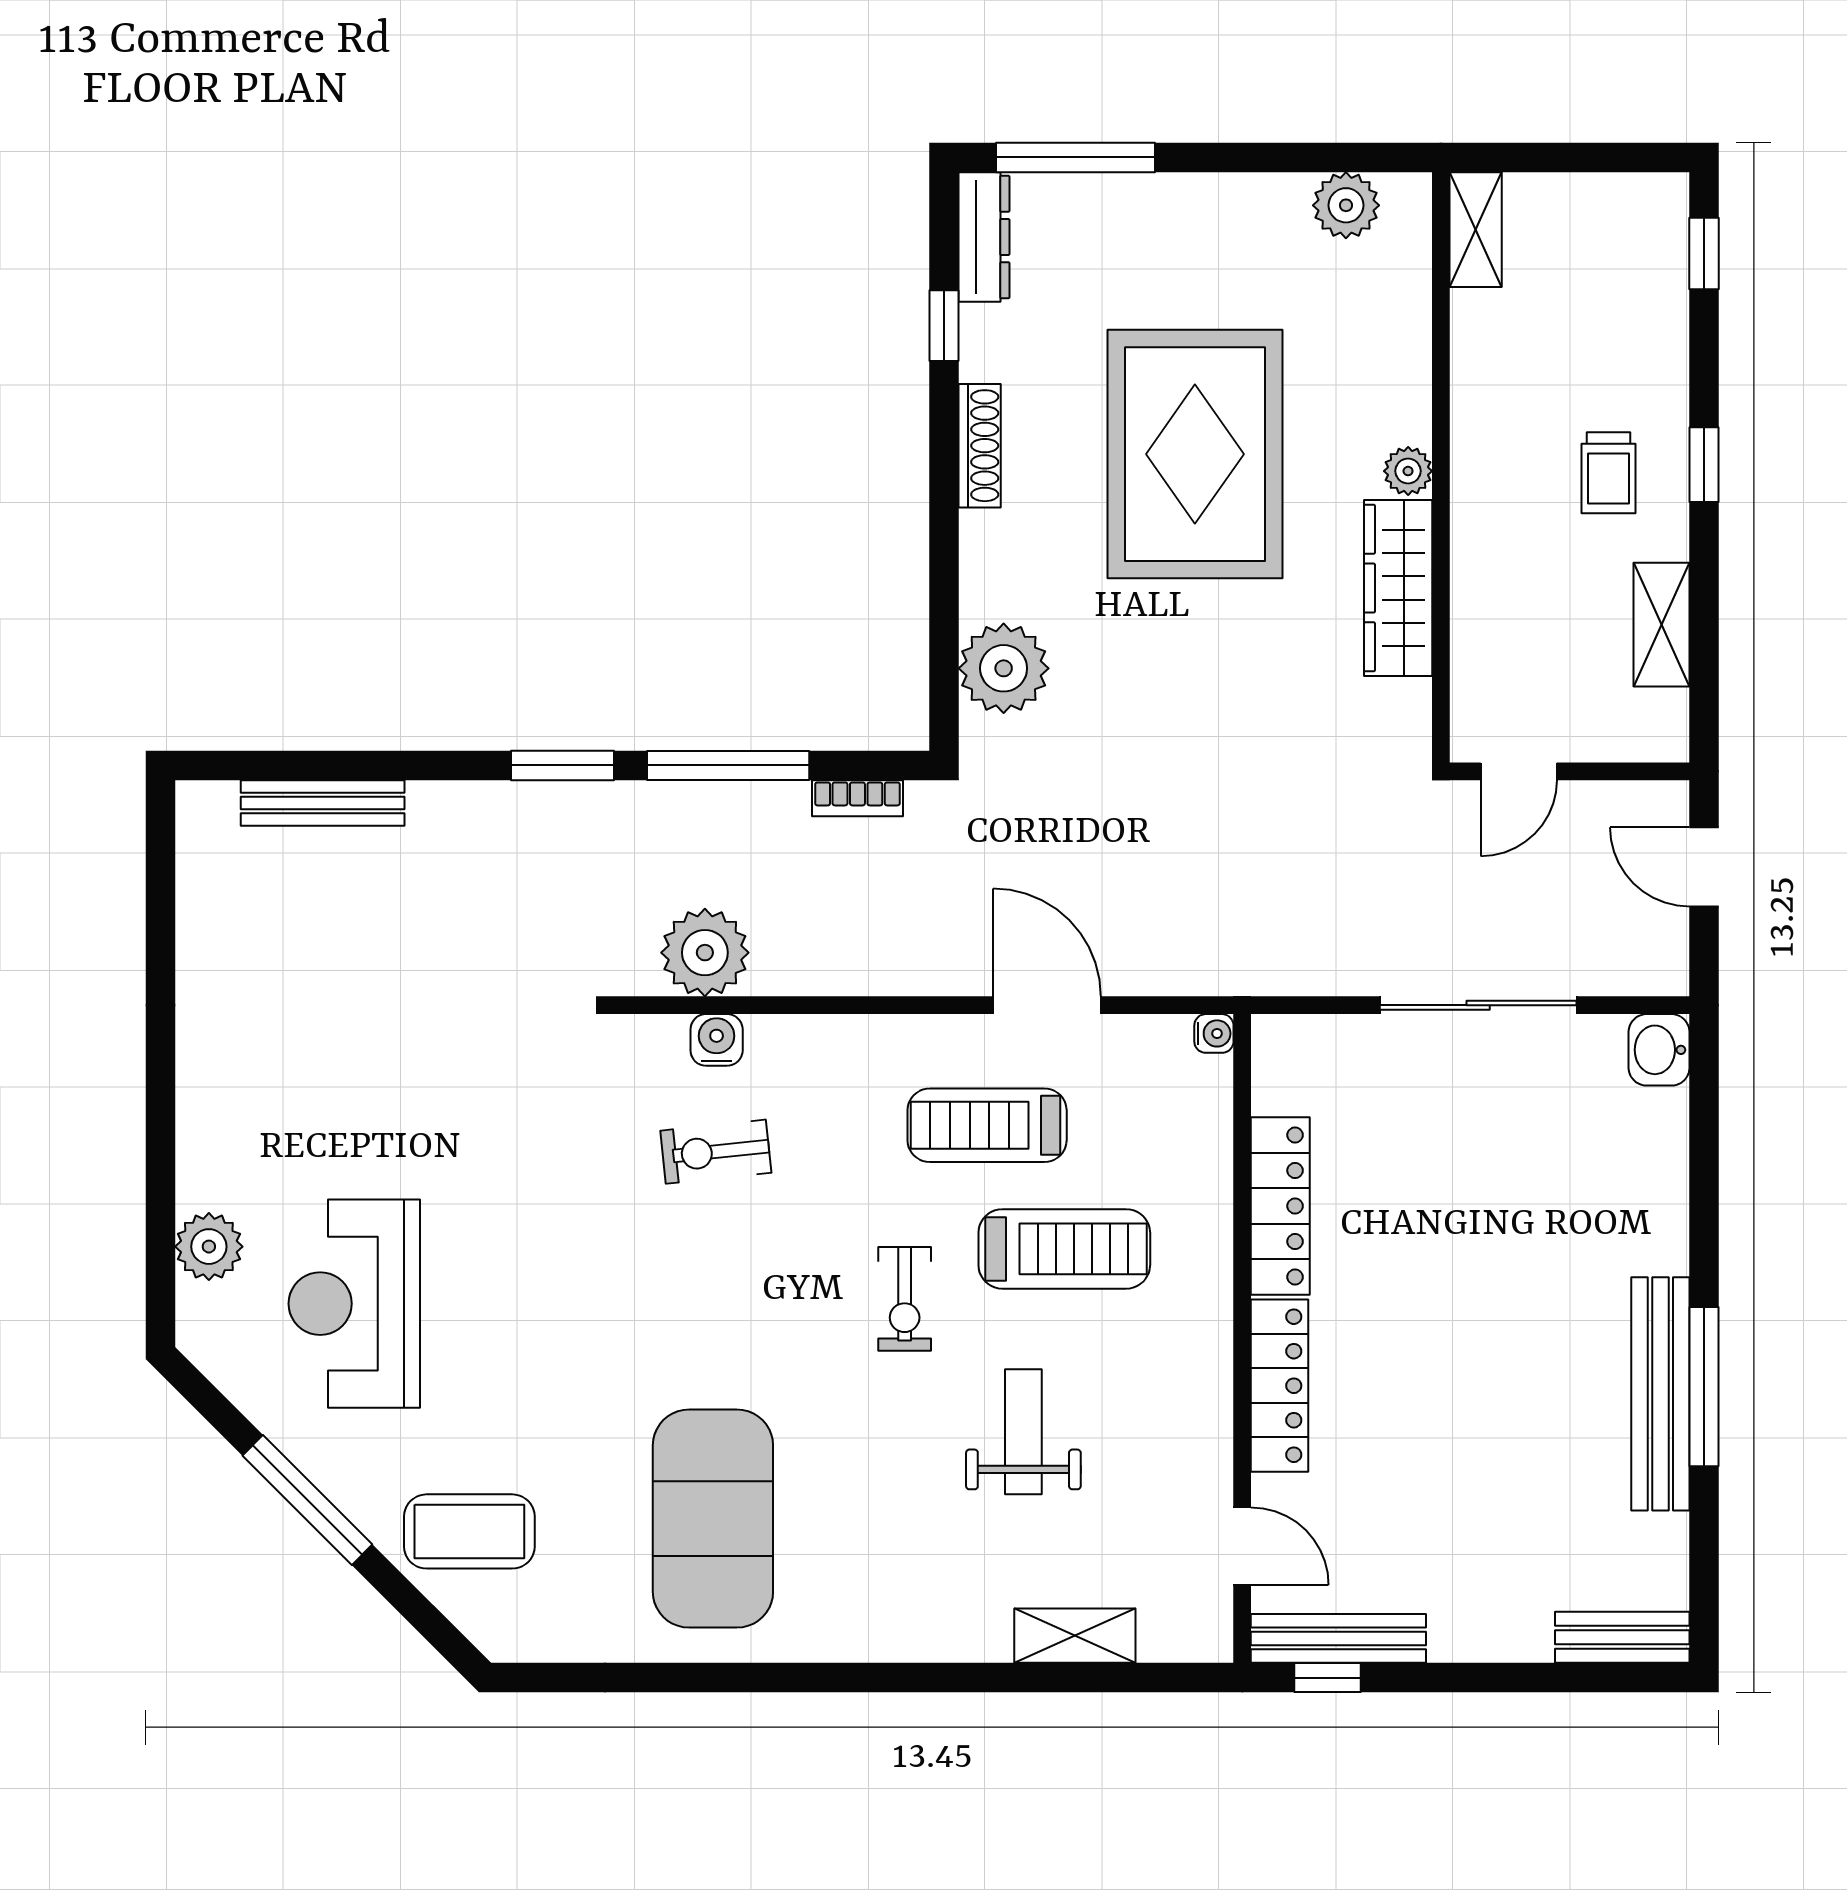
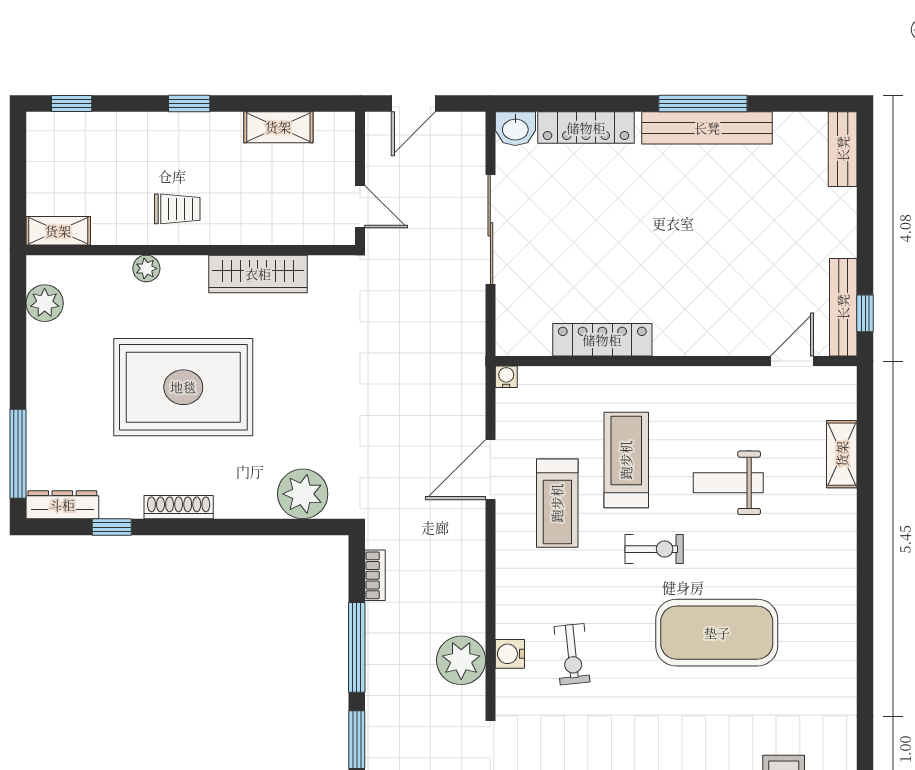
plant: (1408, 471) -> (146, 268), moved
trolley: (1609, 473) -> (177, 209), moved
locker: (1280, 1386) -> (586, 128), moved, turned 180
exercise mat: (713, 1519) -> (717, 633), moved

